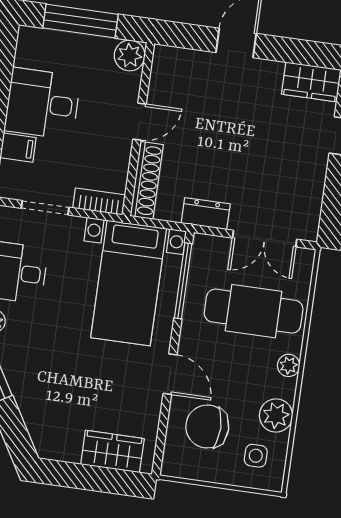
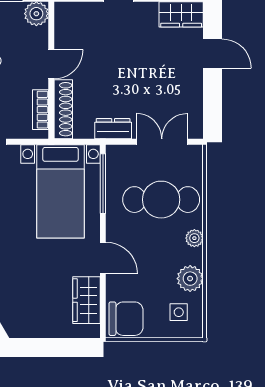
bookcase: (99, 201) -> (40, 110), moved, turned -90
double door: (265, 239) -> (162, 142), swing flipped
chair: (207, 426) -> (126, 319), moved, turned 180
wardrobe: (112, 451) -> (86, 300), moved, turned -90

